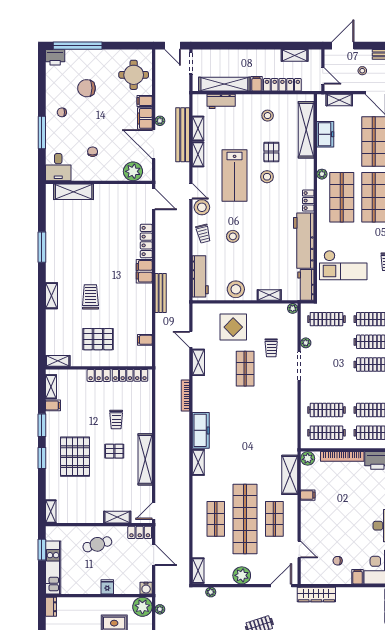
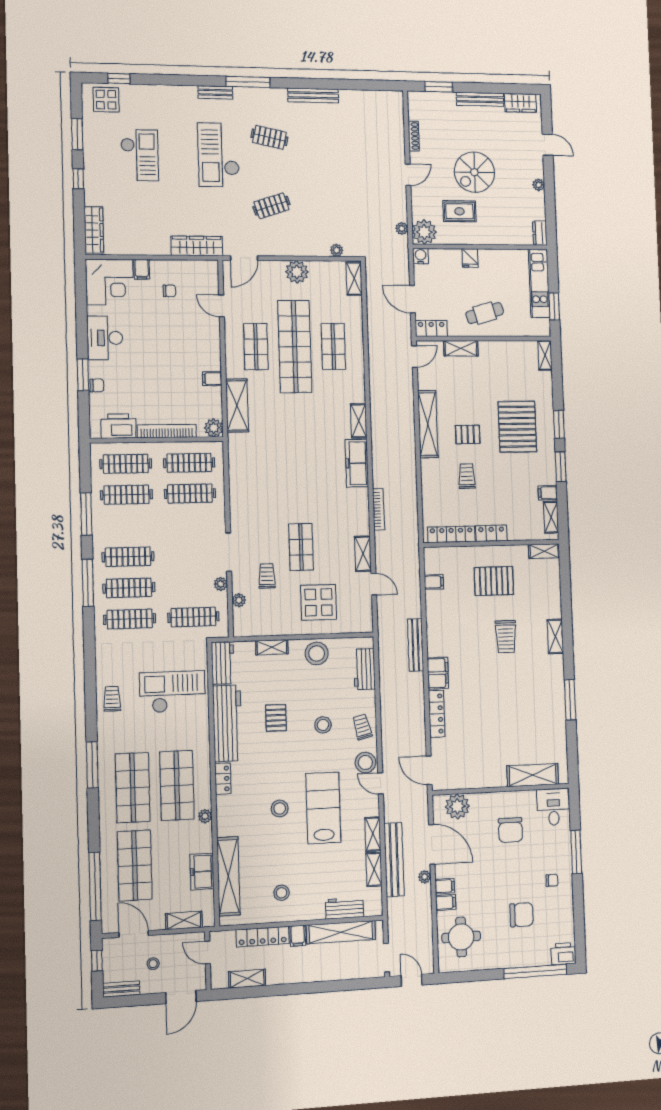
filing cabinet: (145, 118) -> (445, 886), width x0.50
chair: (93, 152) -> (510, 830), width x1.87, depth x1.87
pallet: (271, 152) -> (276, 718), moved
workbench: (200, 276) -> (364, 669), width x0.73
plant: (293, 308) -> (239, 600), moved

